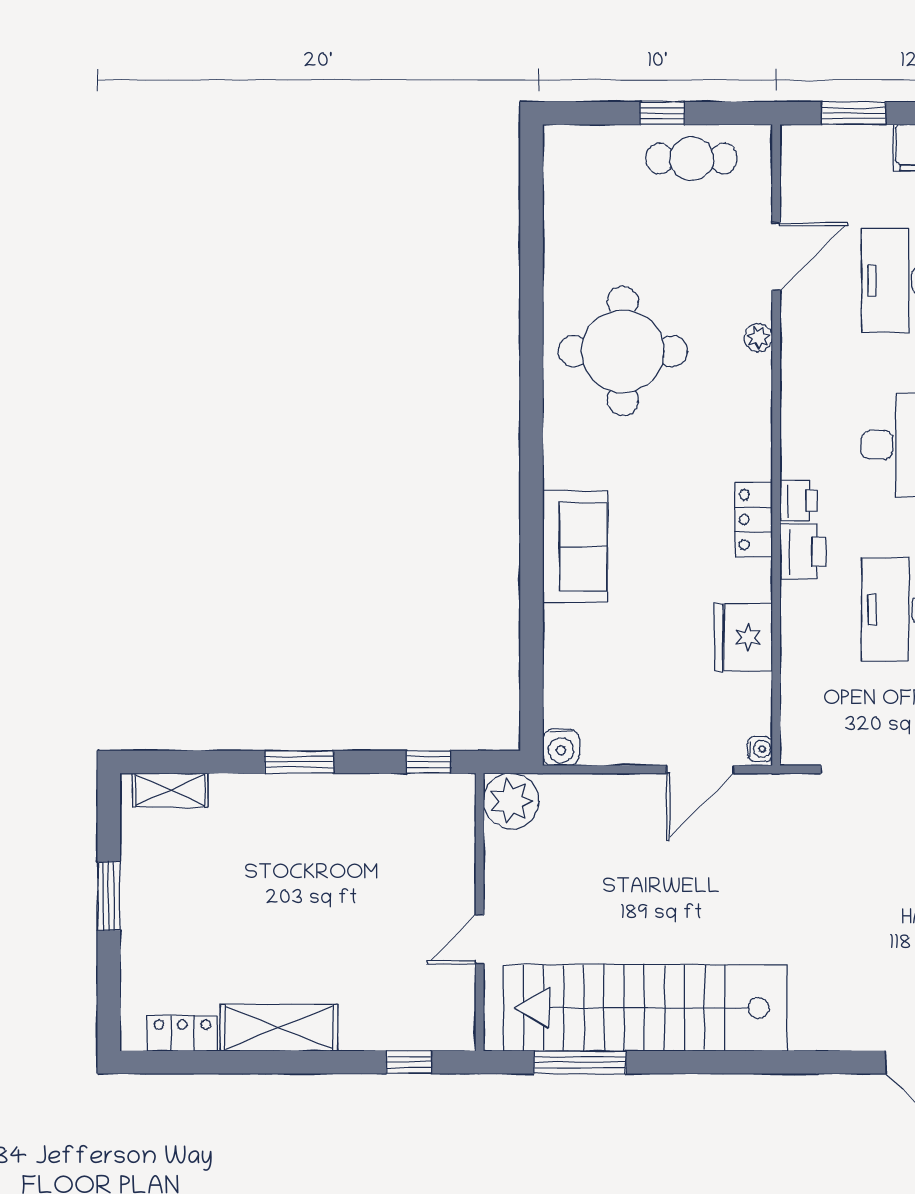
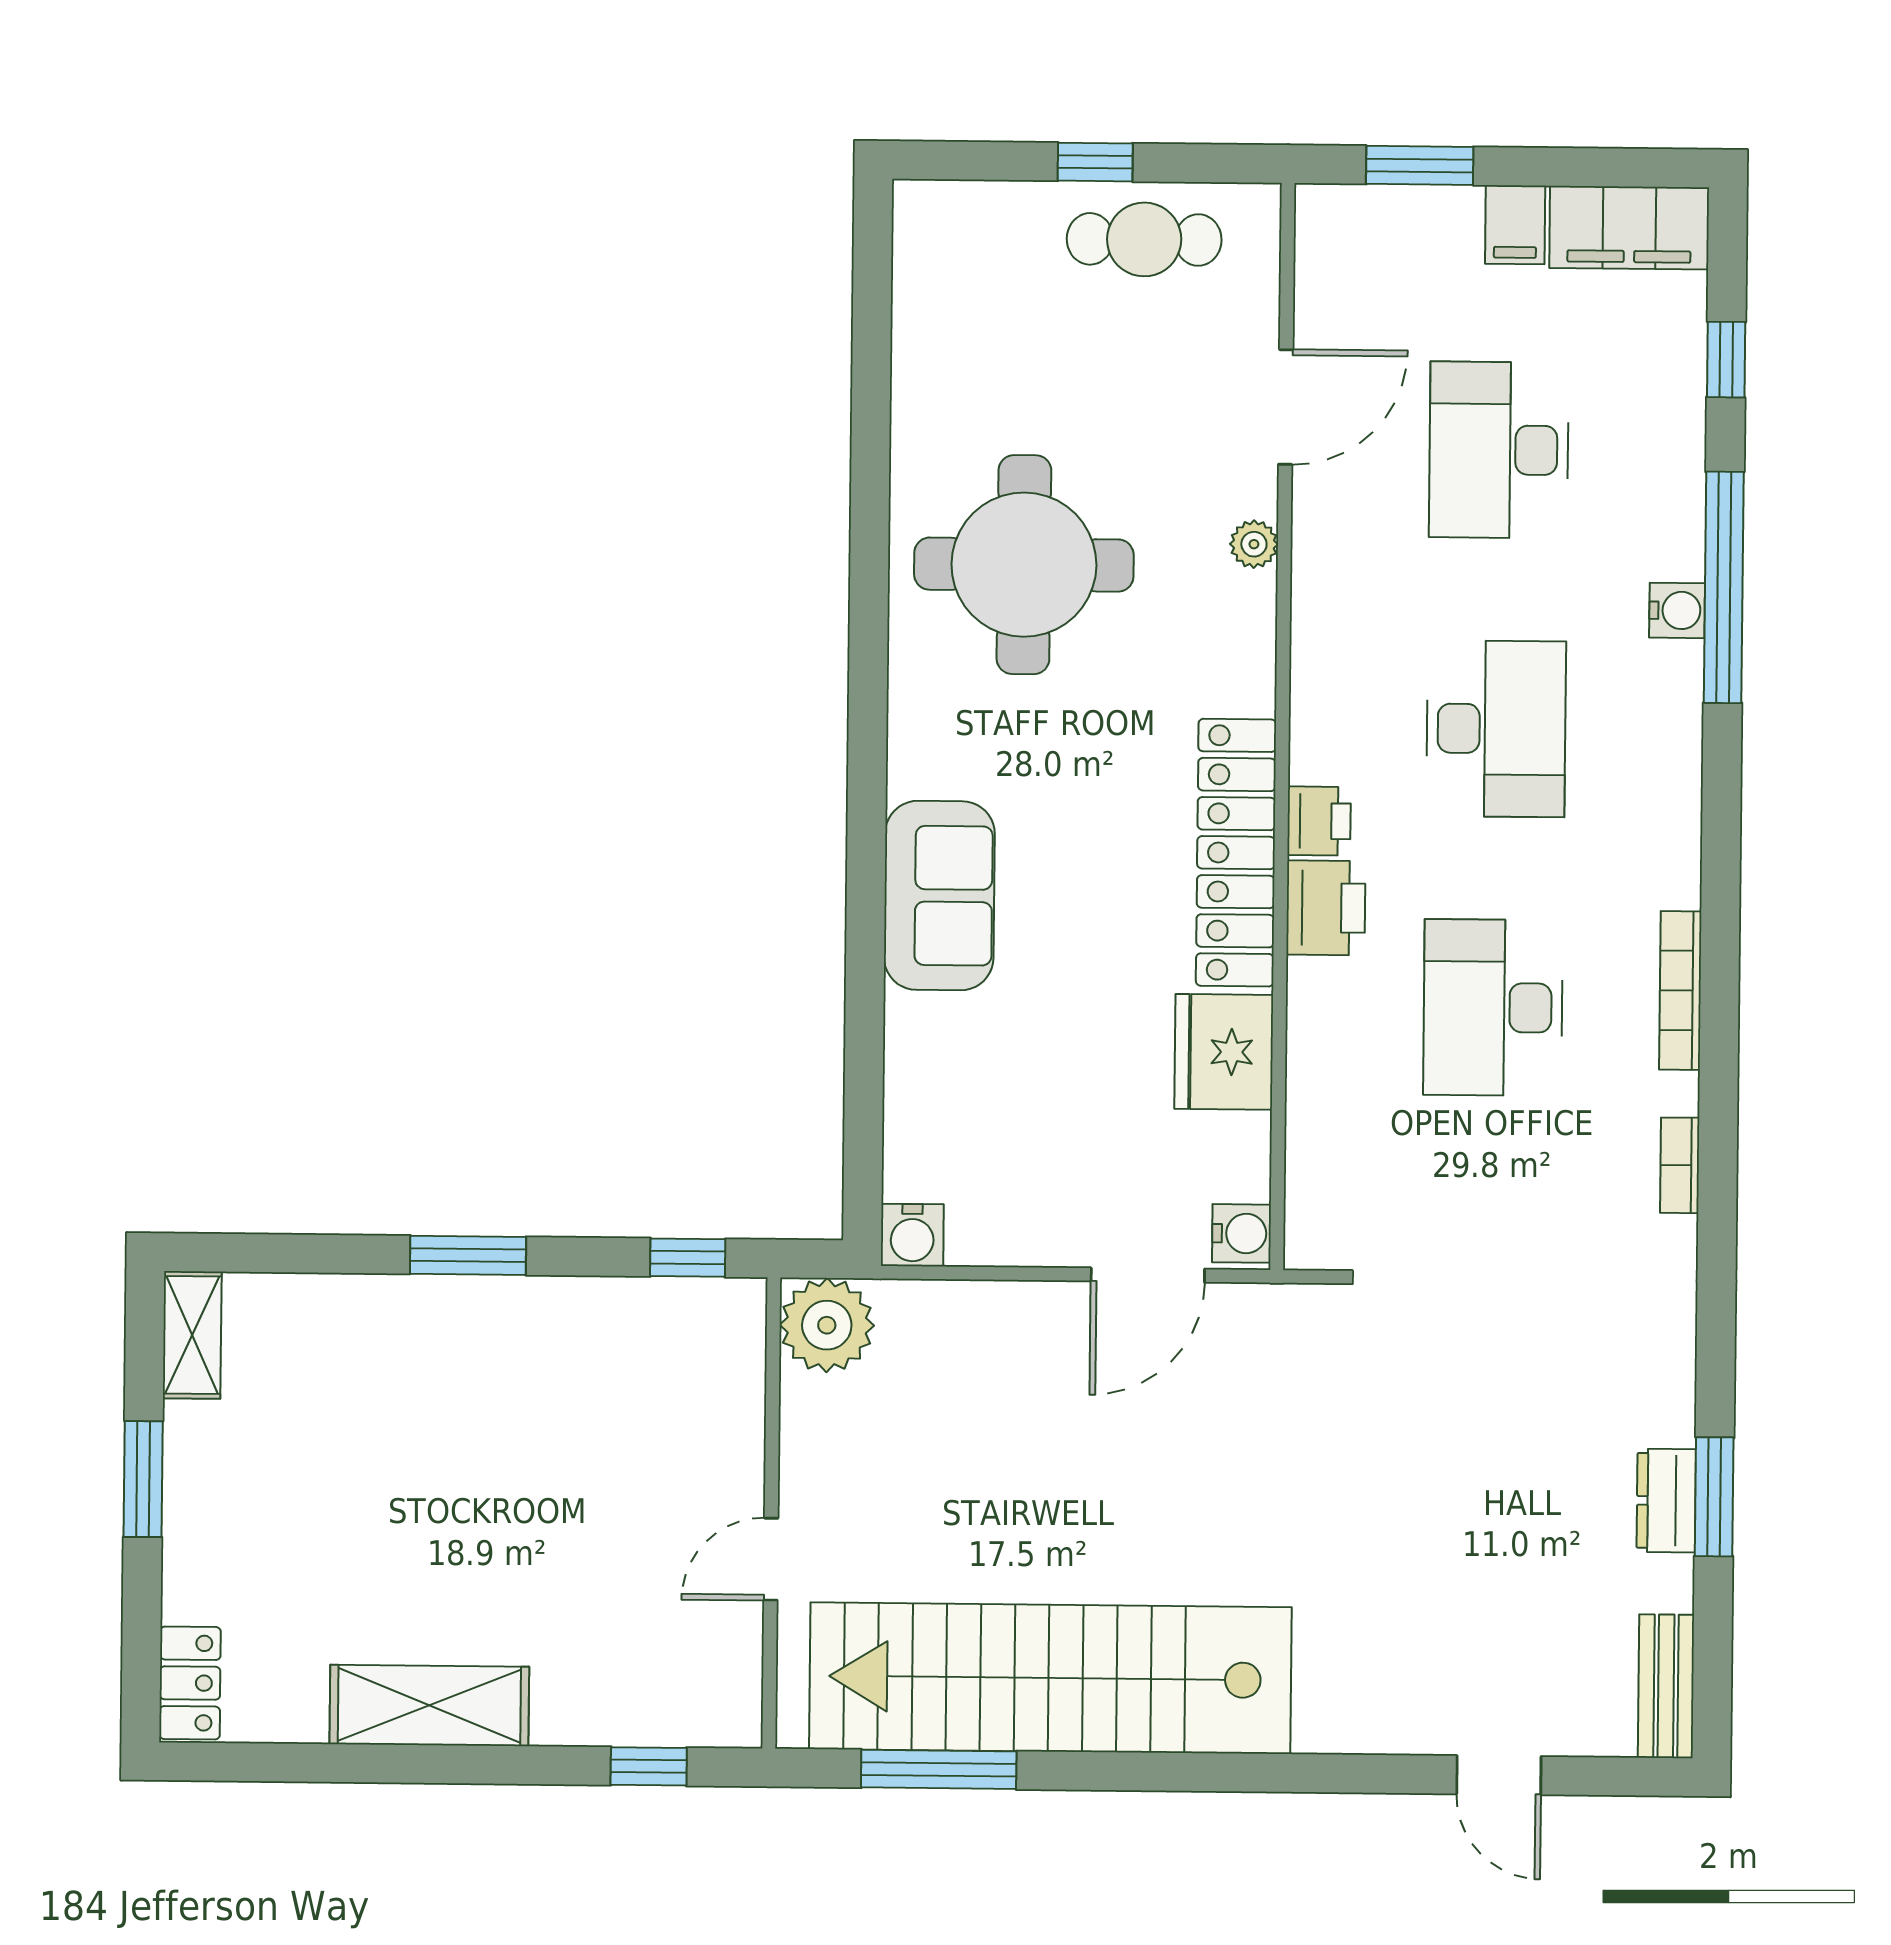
locker: (754, 520) -> (1236, 853), width x2.16, depth x1.21
water cooler: (760, 749) -> (1242, 1233), width x1.38, depth x1.38
shelving: (170, 790) -> (192, 1335), moved, turned 90
locker: (182, 1033) -> (190, 1683), moved, turned 90

